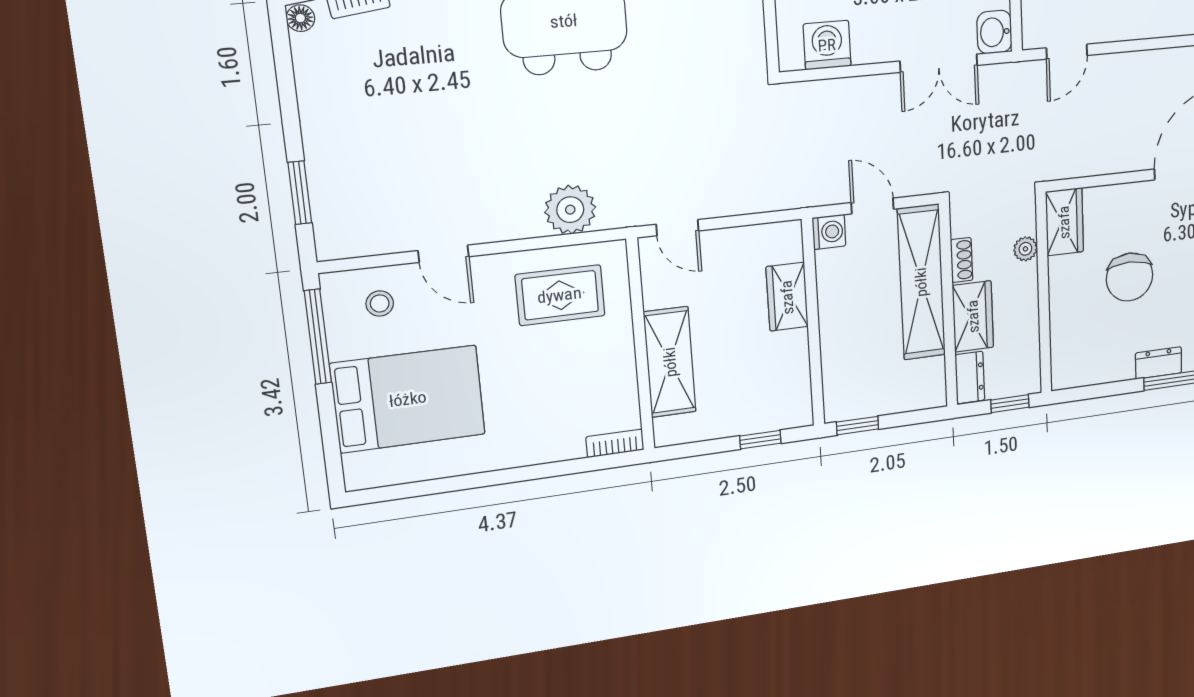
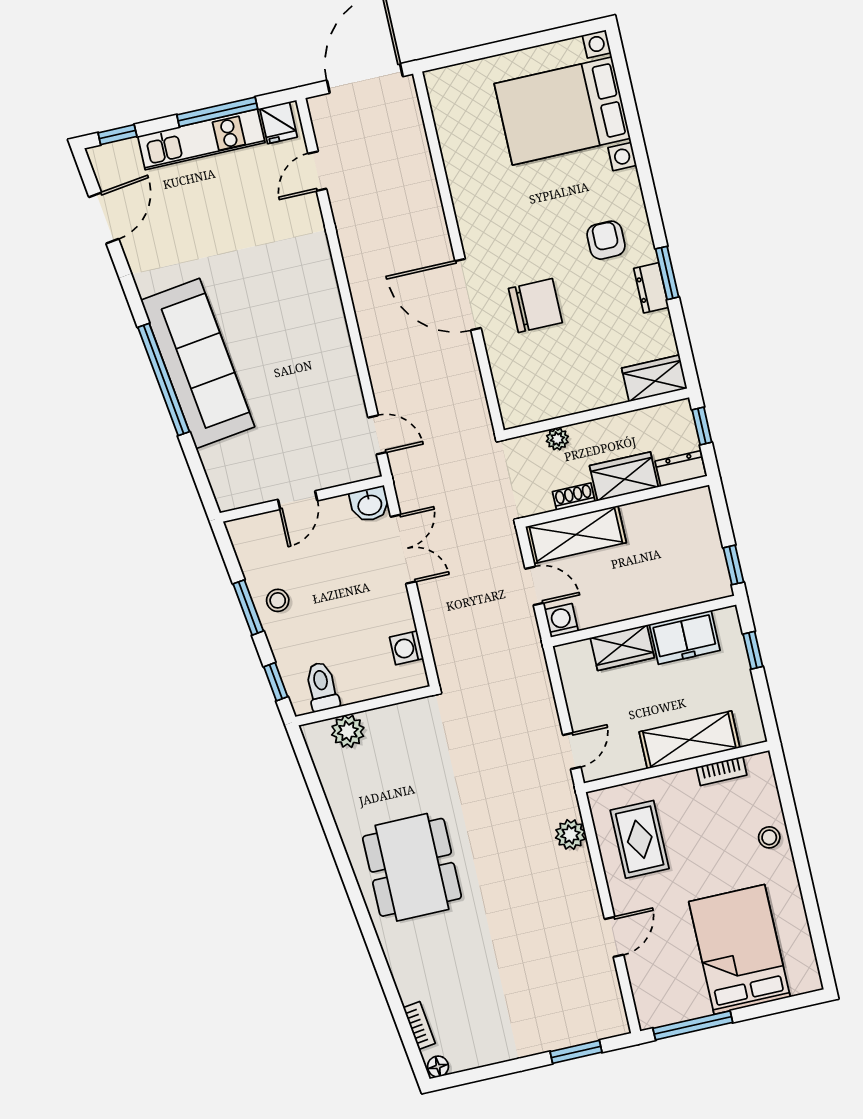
washing machine: (827, 45) -> (406, 648), width x0.73, depth x0.73
door: (872, 206) -> (534, 586), swing flipped
plant: (570, 210) -> (570, 835), width x0.73, depth x0.73
wardrobe: (1064, 222) -> (654, 378), moved
chair: (1130, 277) -> (535, 306), moved
shelving: (921, 282) -> (576, 535), width x0.68
stool: (380, 303) -> (769, 837), moved
freezer: (787, 367) -> (685, 637), added
bookcase: (615, 443) -> (722, 771), moved, turned -90

